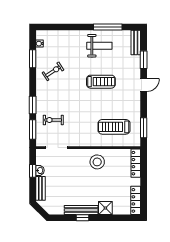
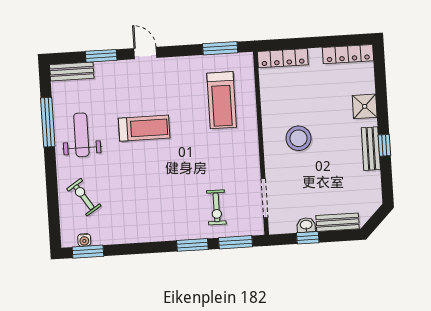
window: (33, 59) -> (88, 252), moved
exercise bike: (53, 71) -> (84, 197), moved
treadmill: (101, 82) -> (144, 128), turned 90
stool: (97, 162) -> (299, 138), moved
bench: (81, 210) -> (371, 149), width x0.73

